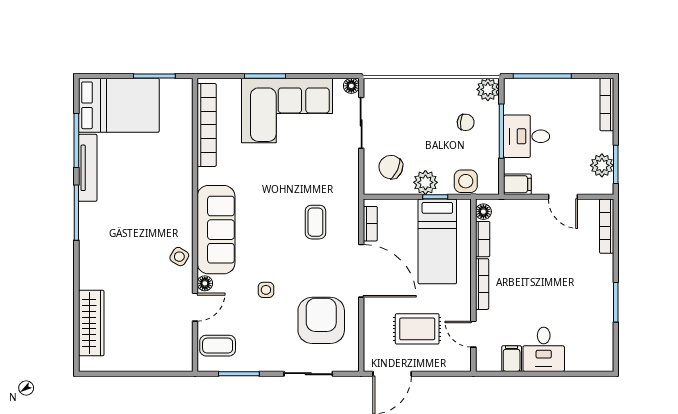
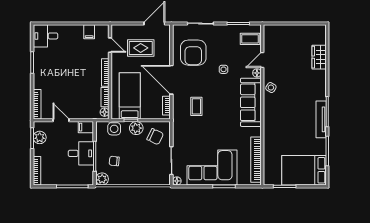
tv unit: (88, 168) -> (321, 119), moved
wardrobe: (91, 323) -> (319, 57), width x0.67
desk: (544, 349) -> (45, 36), moved, turned -90

